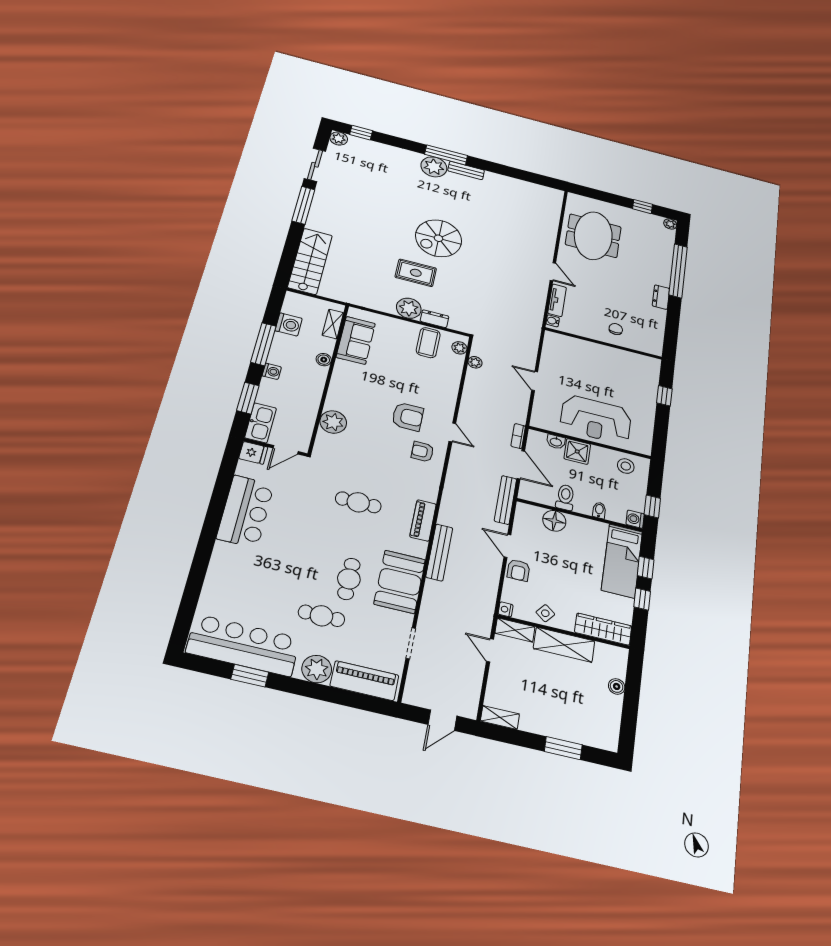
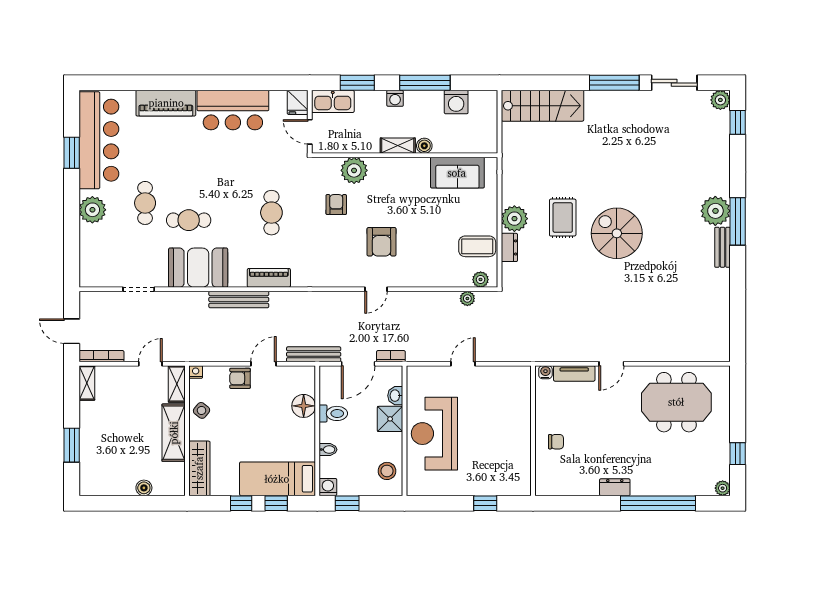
shelving: (333, 324) -> (398, 146), moved
armchair: (422, 452) -> (336, 205), moved
piano: (364, 681) -> (166, 103), moved, turned 90
bookcase: (474, 696) -> (101, 356), added

